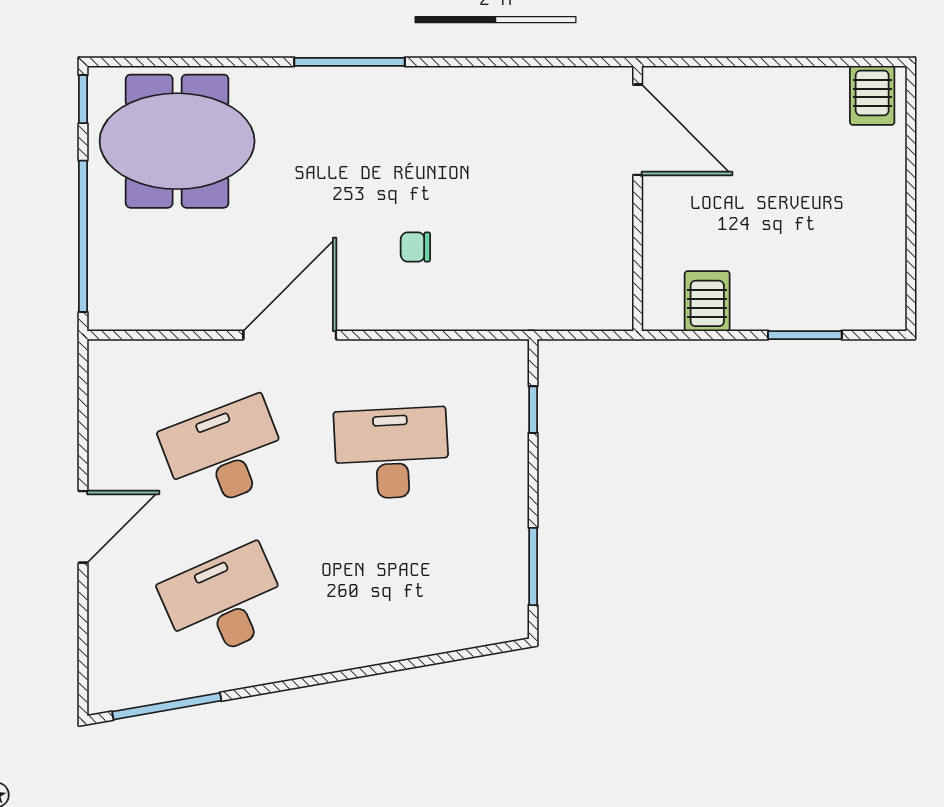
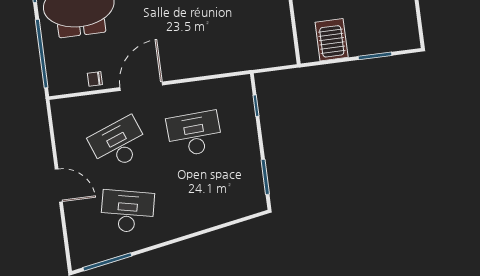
chair: (415, 247) -> (95, 79), moved
server rack: (707, 301) -> (332, 40), width x1.36, depth x1.44
door: (83, 527) -> (59, 185), hinge flipped
desk: (224, 603) -> (127, 211), turned 36

